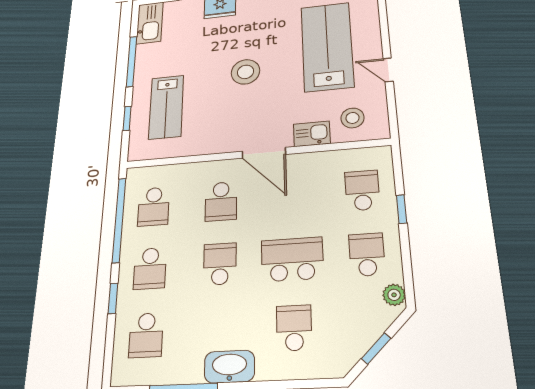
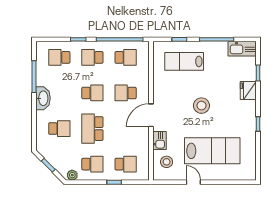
door: (388, 70) -> (193, 182), hinge flipped
school desk: (153, 207) -> (126, 57), turned 180
school desk: (292, 259) -> (92, 129), turned 180

